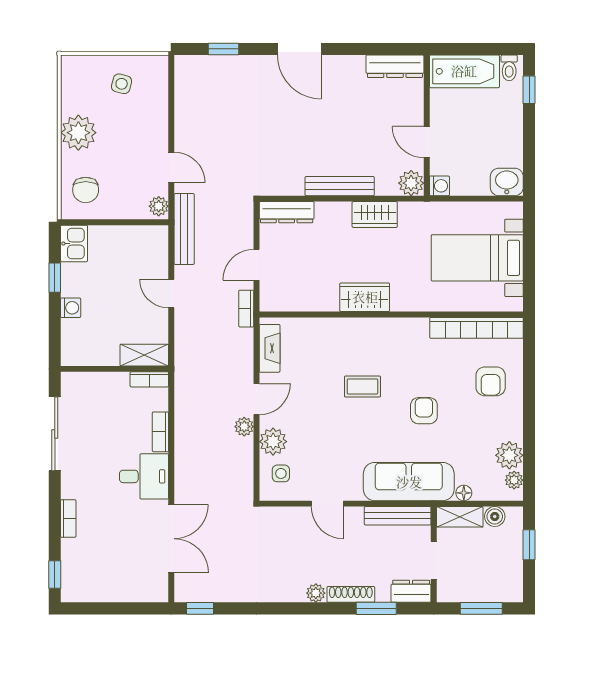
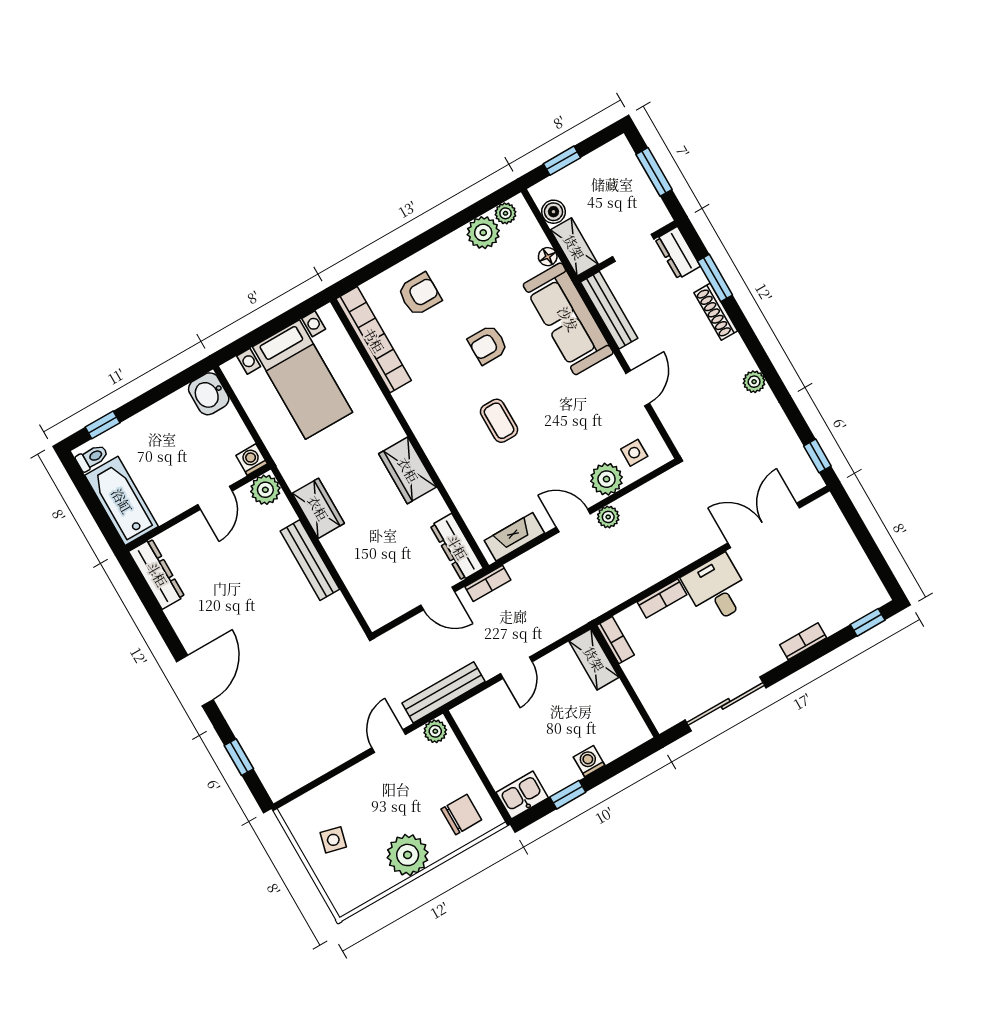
dresser: (287, 212) -> (457, 547), moved, turned 180
plant: (316, 593) -> (754, 382), moved

